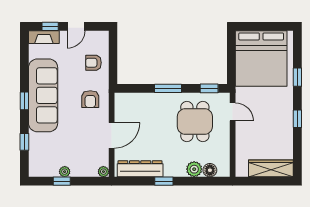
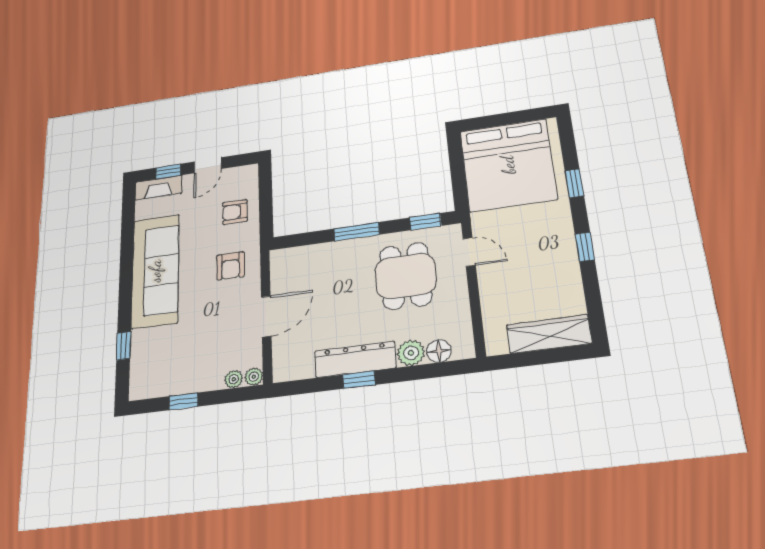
window: (24, 101) -> (126, 283), removed
dresser: (140, 169) -> (355, 359), moved
plant: (65, 172) -> (234, 379), moved

